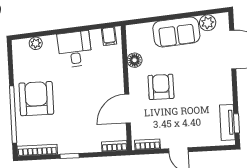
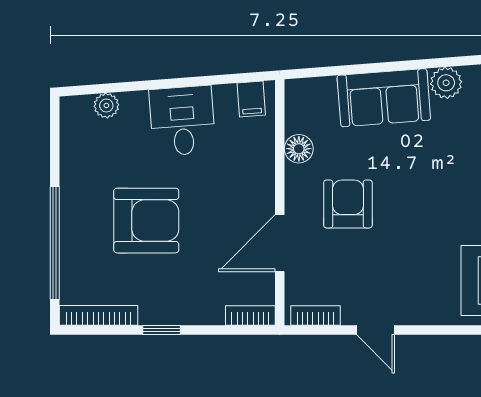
armchair: (36, 99) -> (146, 221), moved, turned 90

